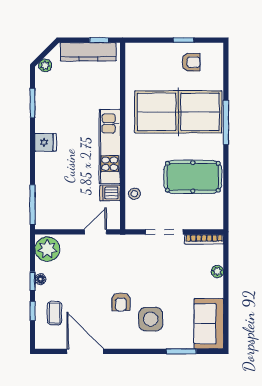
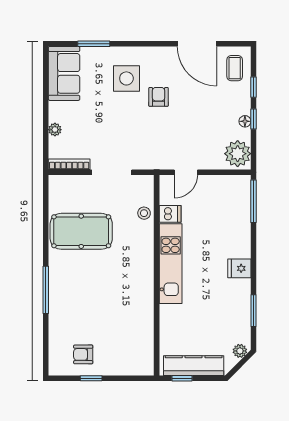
table tennis table: (178, 112) -> (97, 301), removed
coffee table: (55, 313) -> (235, 68), moved

